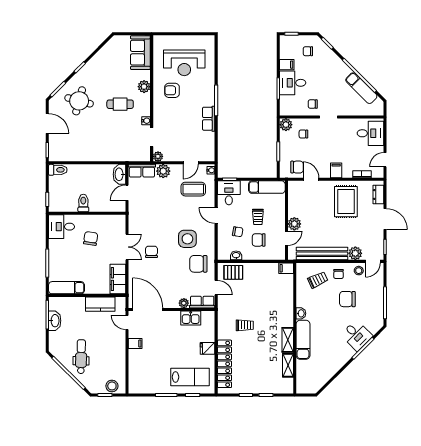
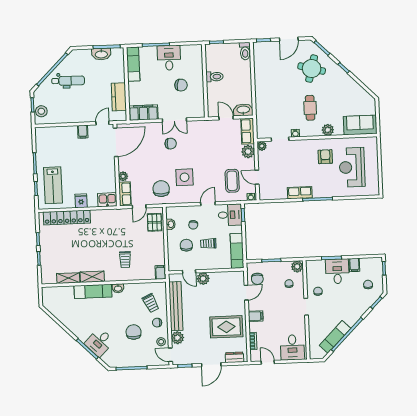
desk: (62, 227) -> (169, 58), moved
kitchen sink: (191, 318) -> (107, 200), moved, turned 90
trolley: (245, 325) -> (125, 260), moved

